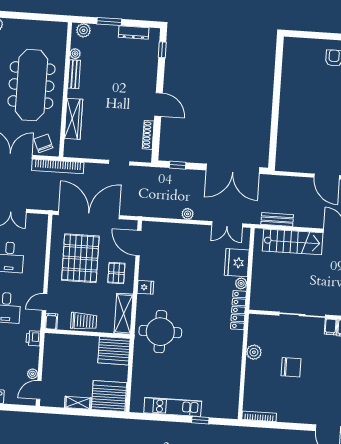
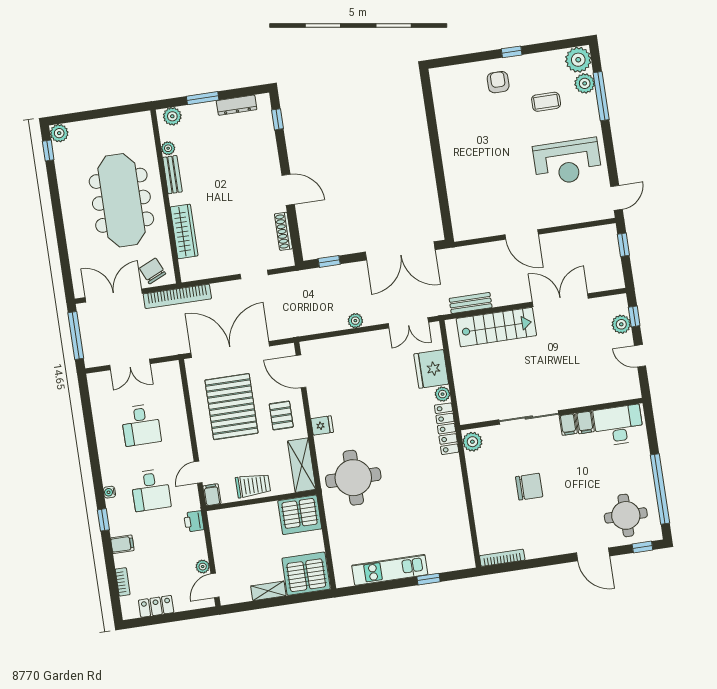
plant: (254, 352) -> (472, 442), moved

